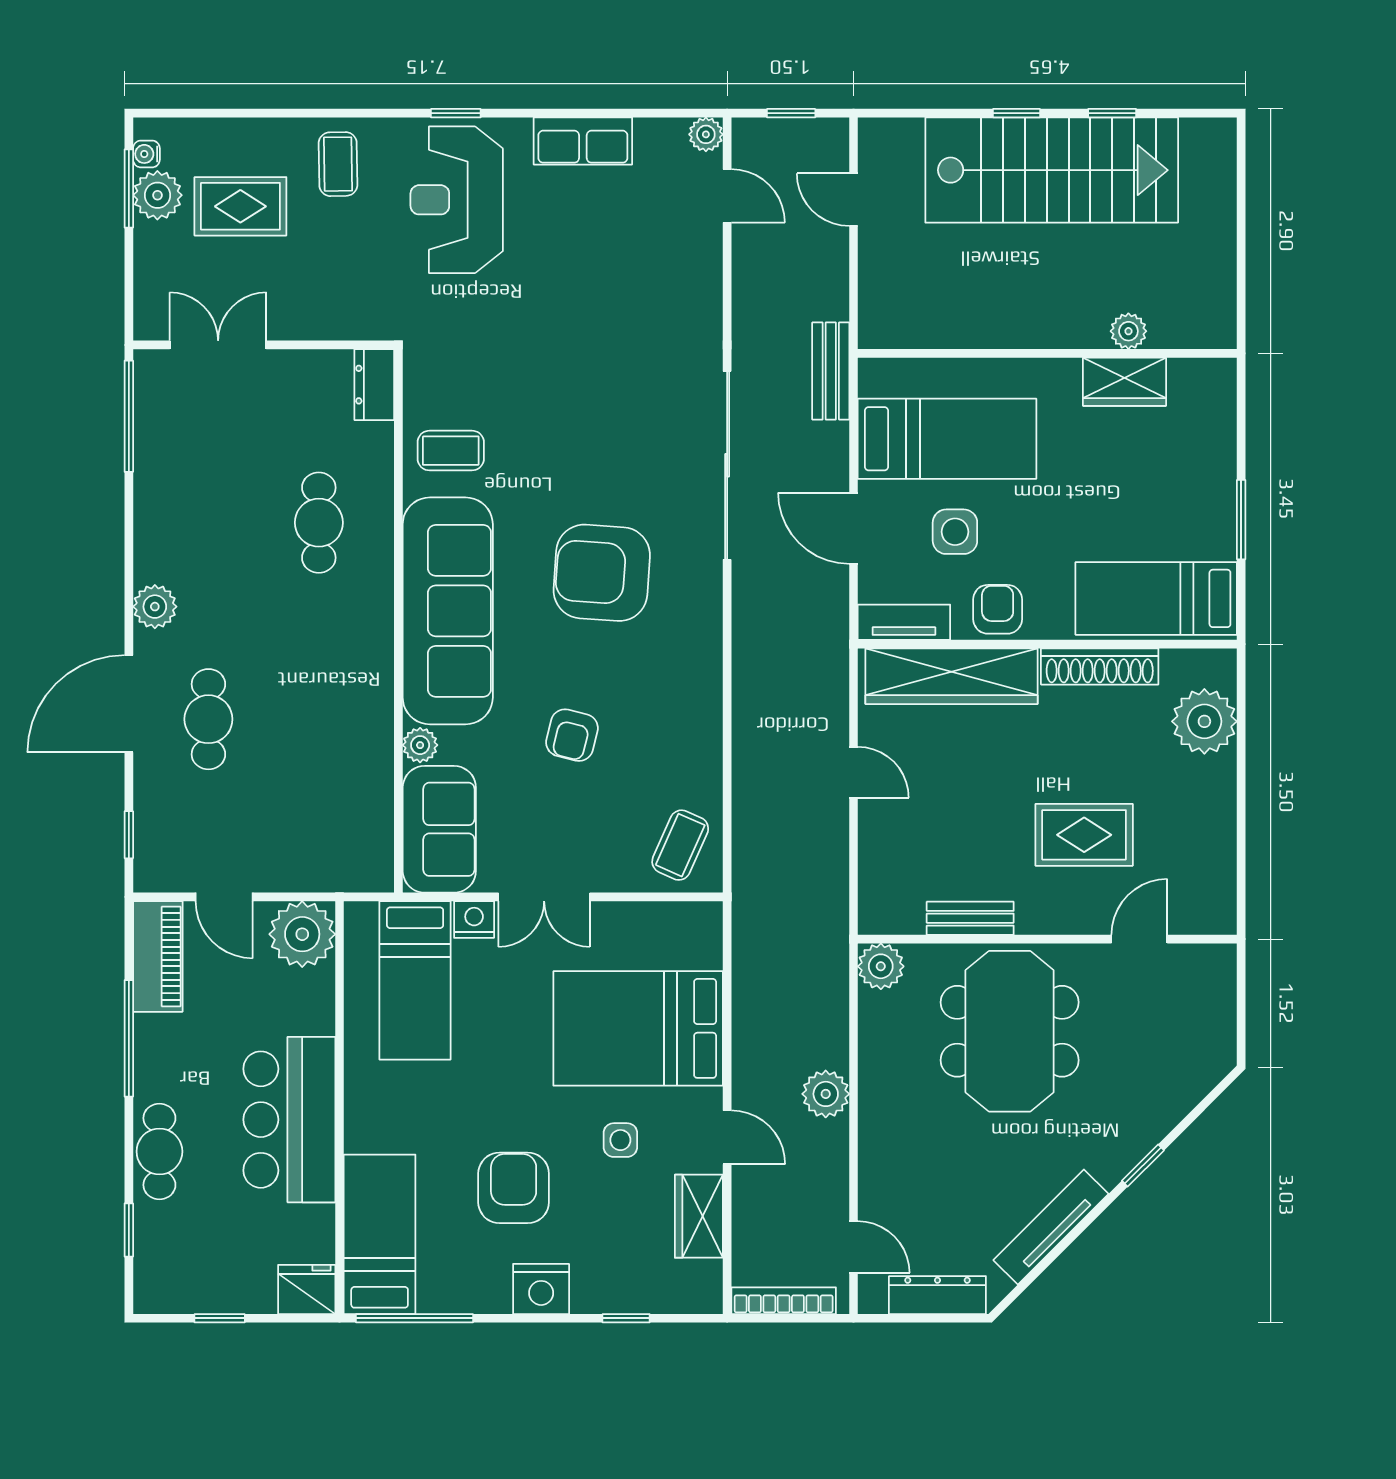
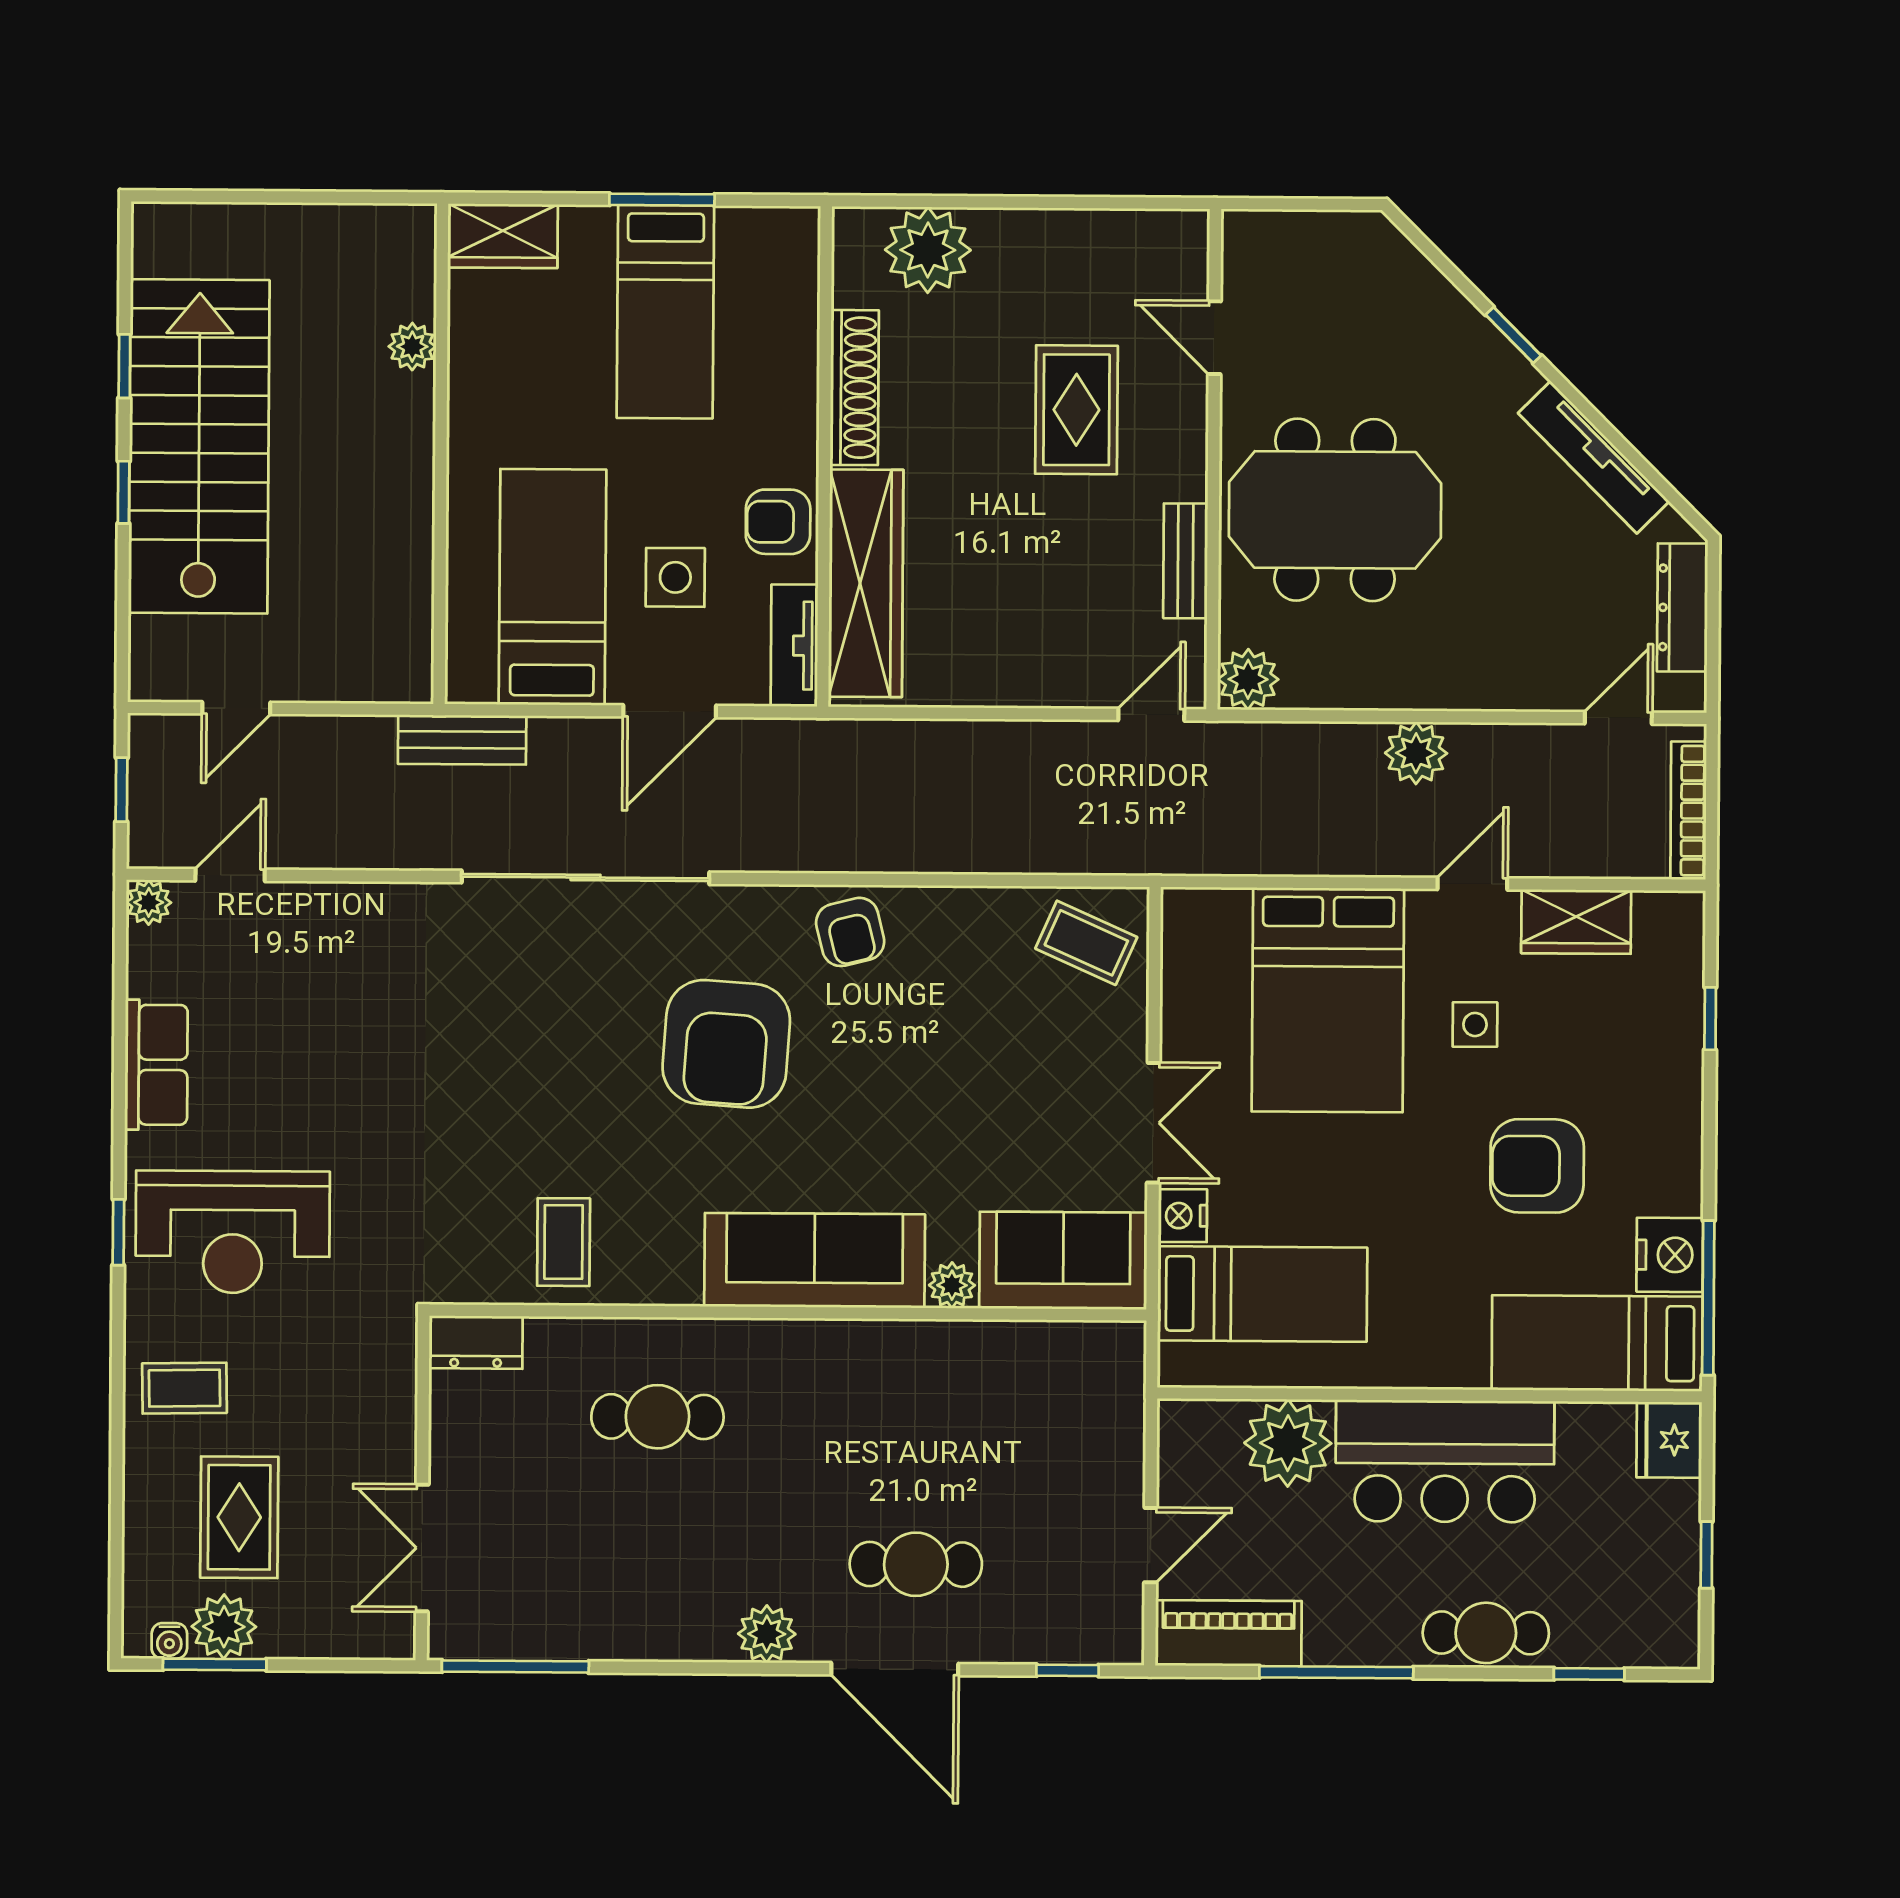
wardrobe: (1125, 382) -> (503, 236), moved, turned 90
bed: (1156, 598) -> (665, 312), moved
sofa: (448, 611) -> (815, 1260), width x0.74, depth x0.79
armchair: (572, 735) -> (850, 932), moved, turned 62
door: (854, 772) -> (1151, 715), moved
plant: (302, 934) -> (1288, 1443), moved
nightstand: (541, 1289) -> (1670, 1255), moved

